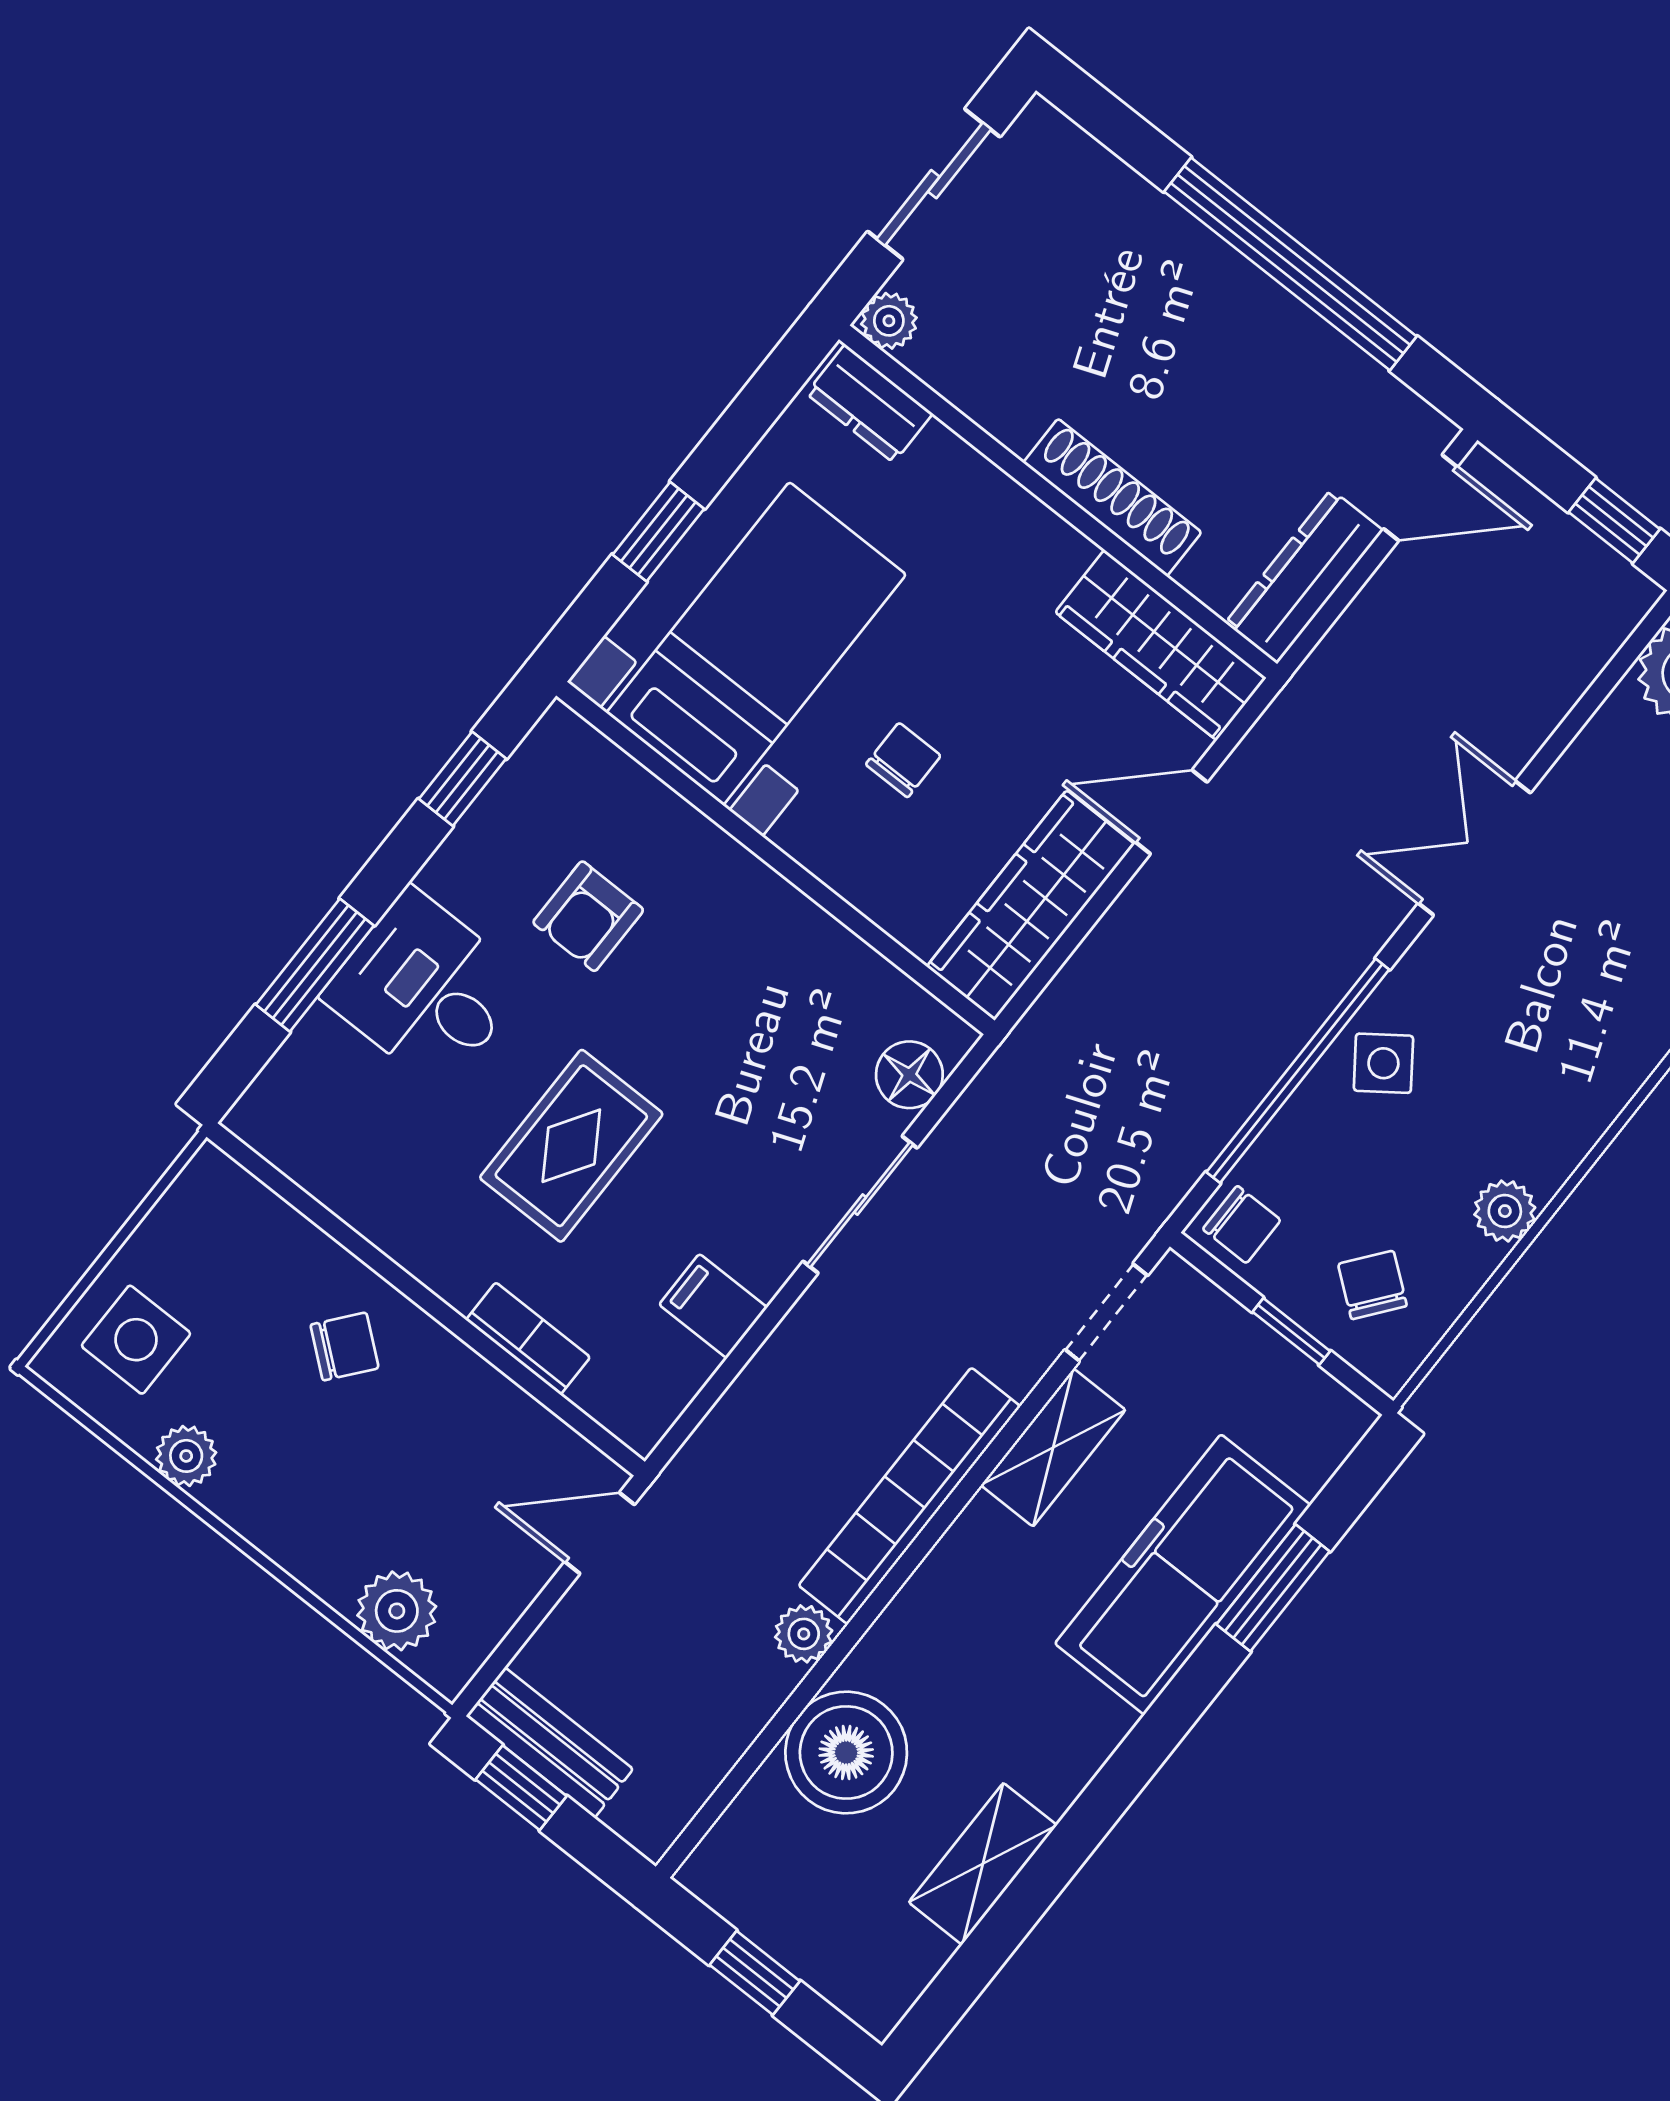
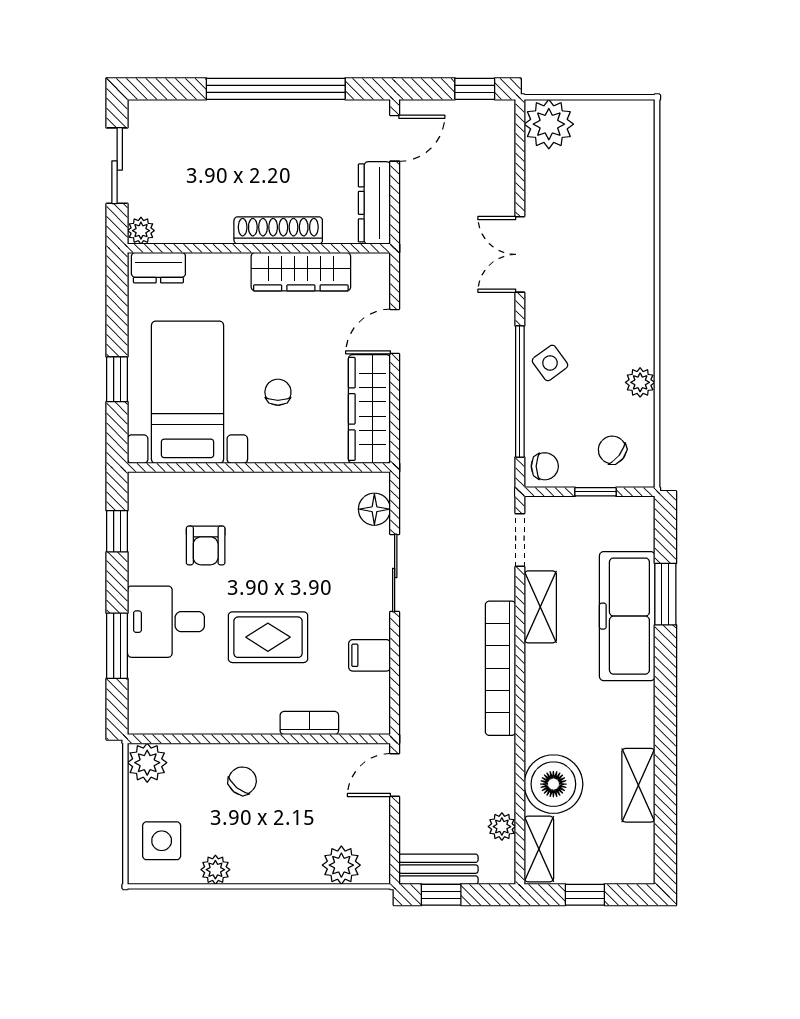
wardrobe: (1161, 645) -> (301, 272), moved
rug: (571, 1146) -> (268, 637), turned 90
plant: (213, 1194) -> (147, 763), added
plant: (804, 1634) -> (502, 827), moved
shelving: (739, 1839) -> (539, 849), added

